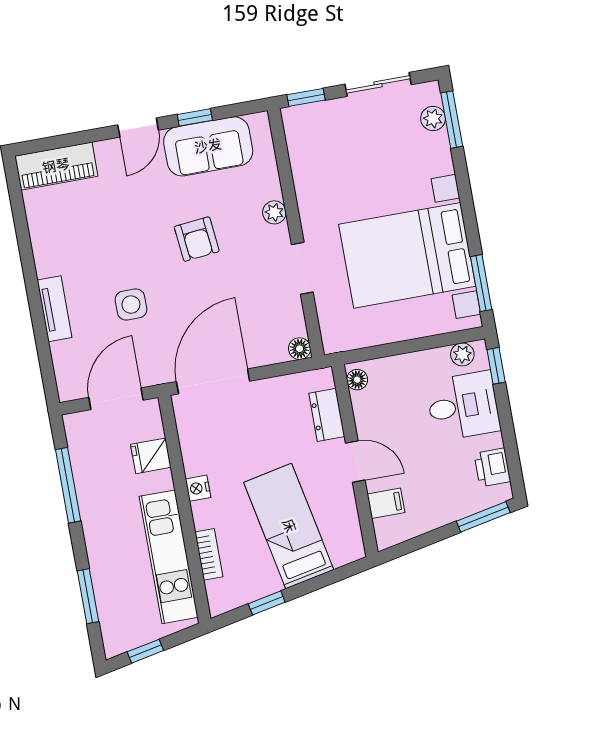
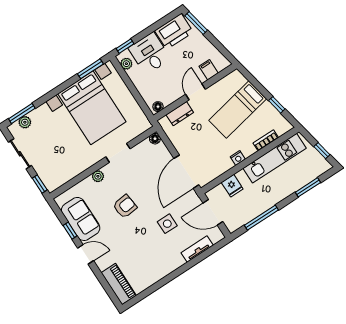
tv unit: (55, 309) -> (197, 249), moved
door: (213, 381) -> (186, 172), hinge flipped
printer: (492, 467) -> (174, 31), width x1.87, depth x1.48

